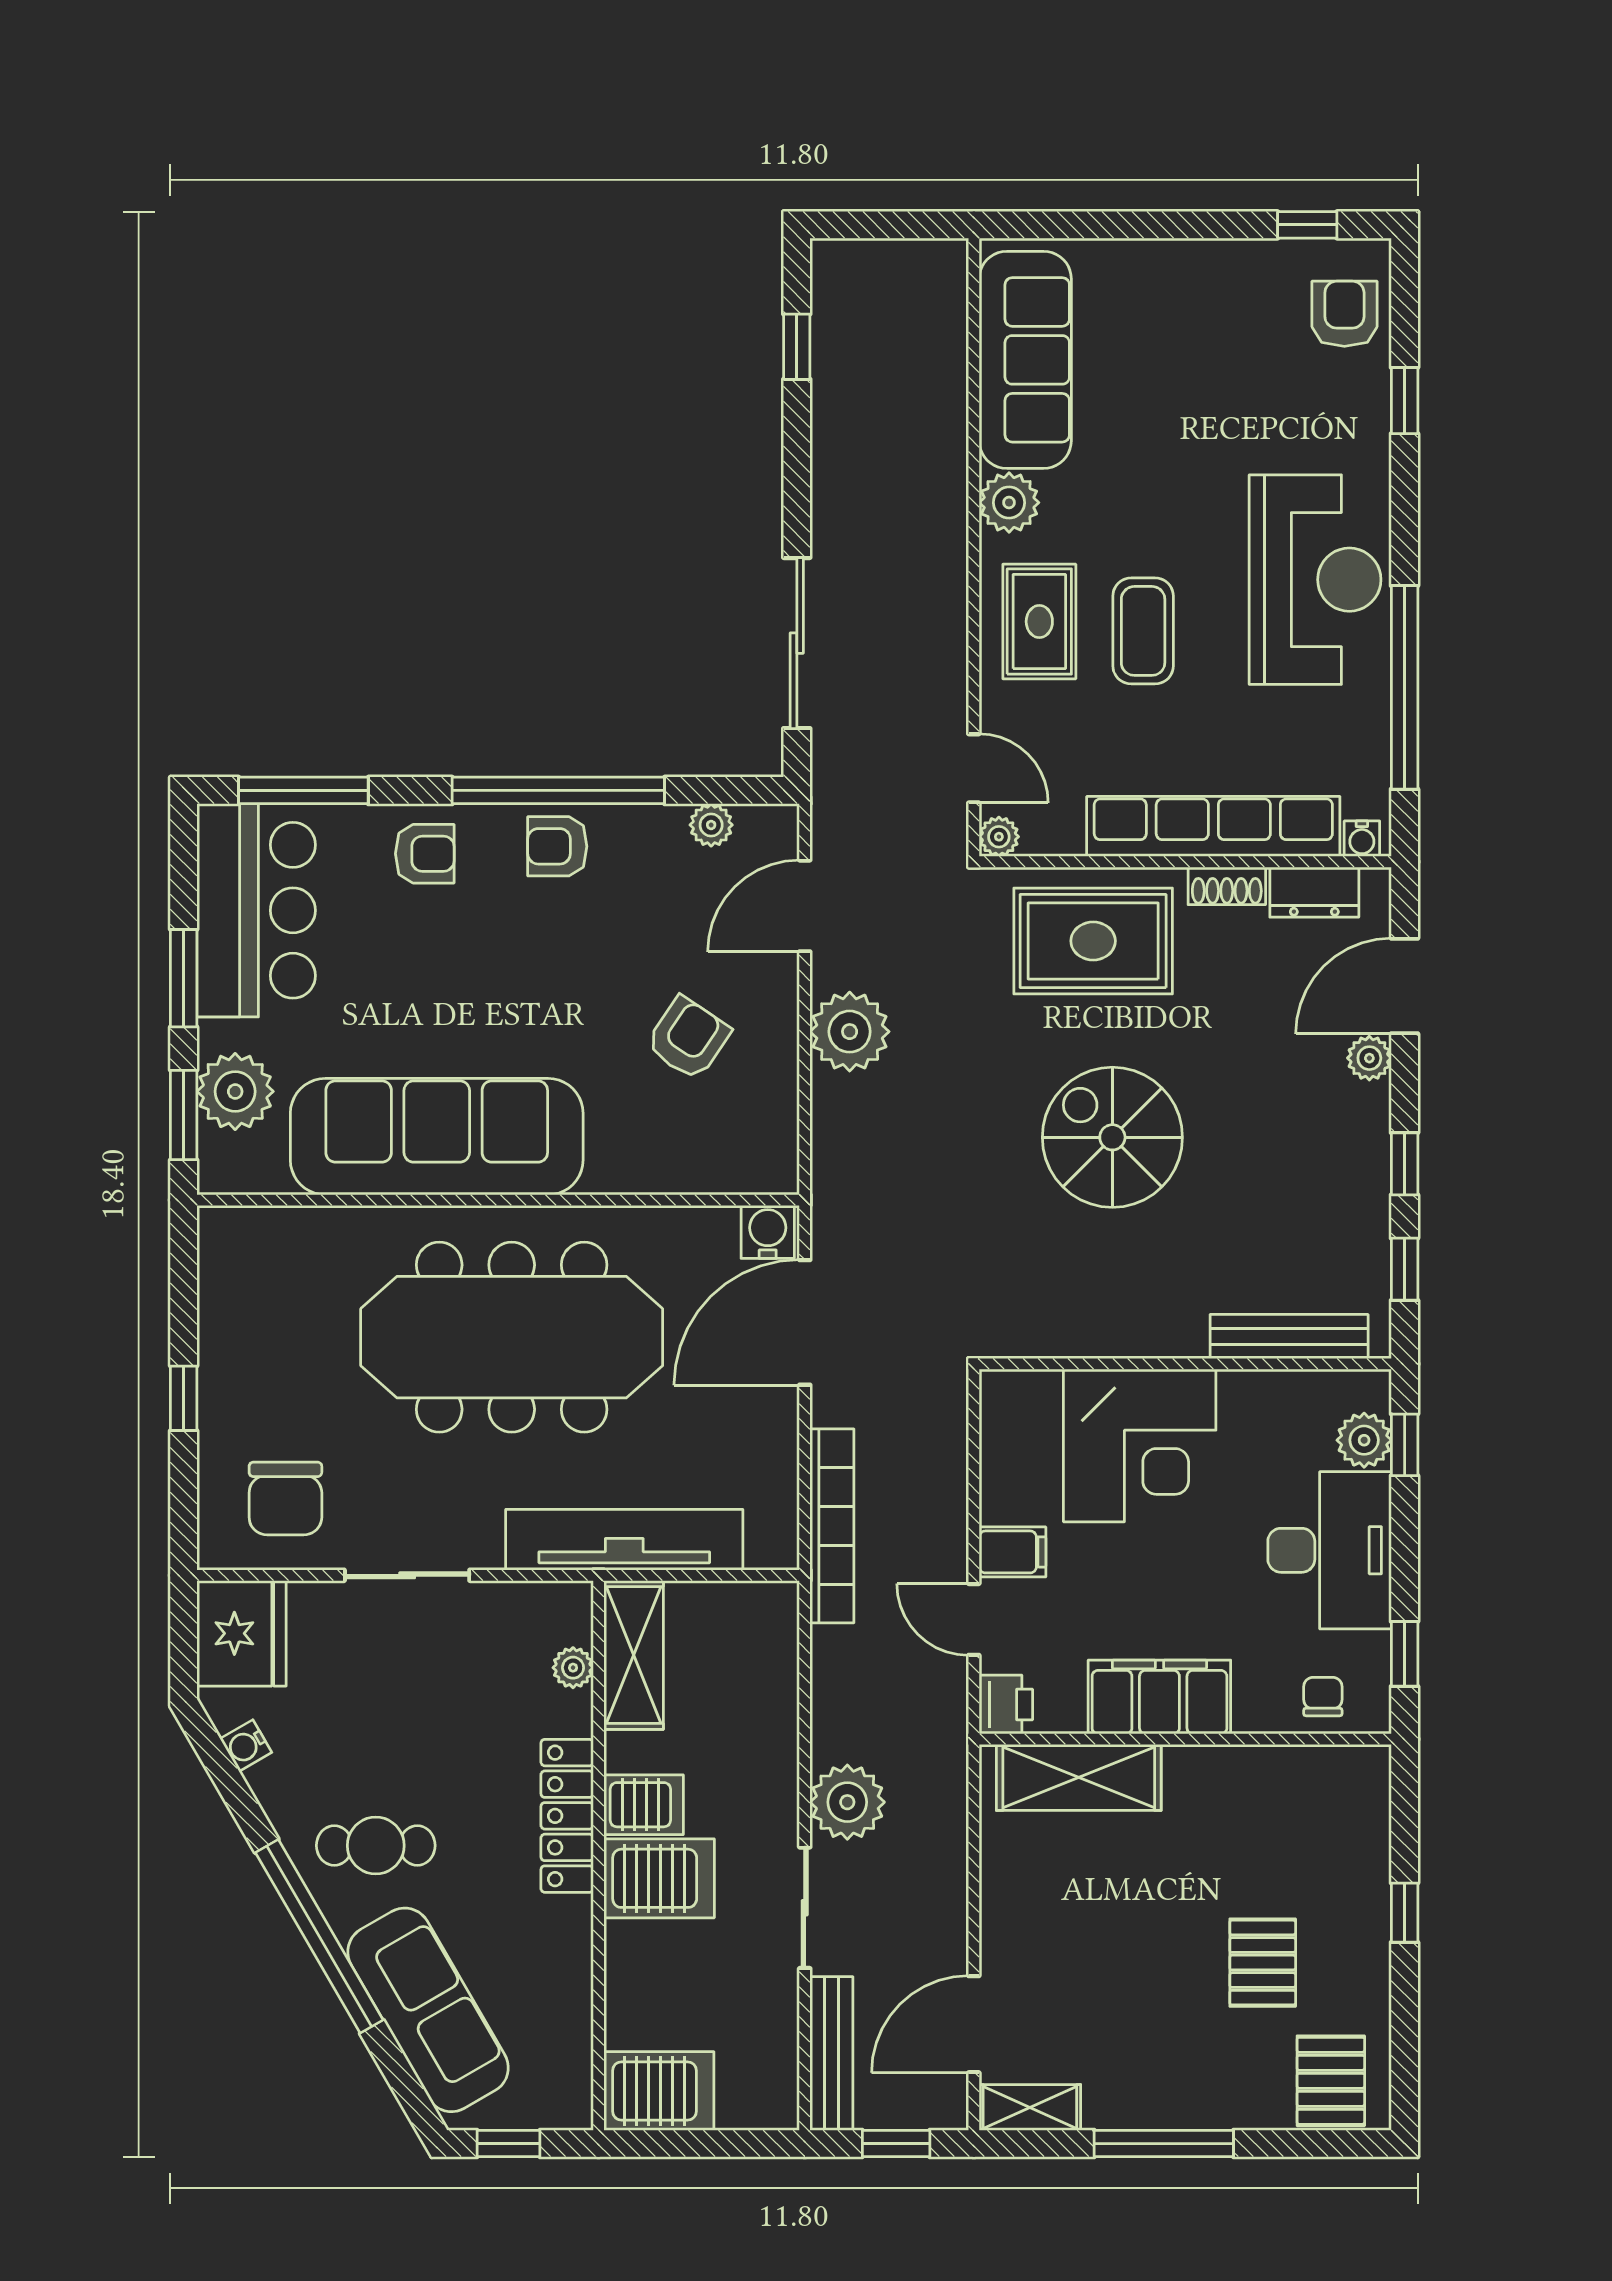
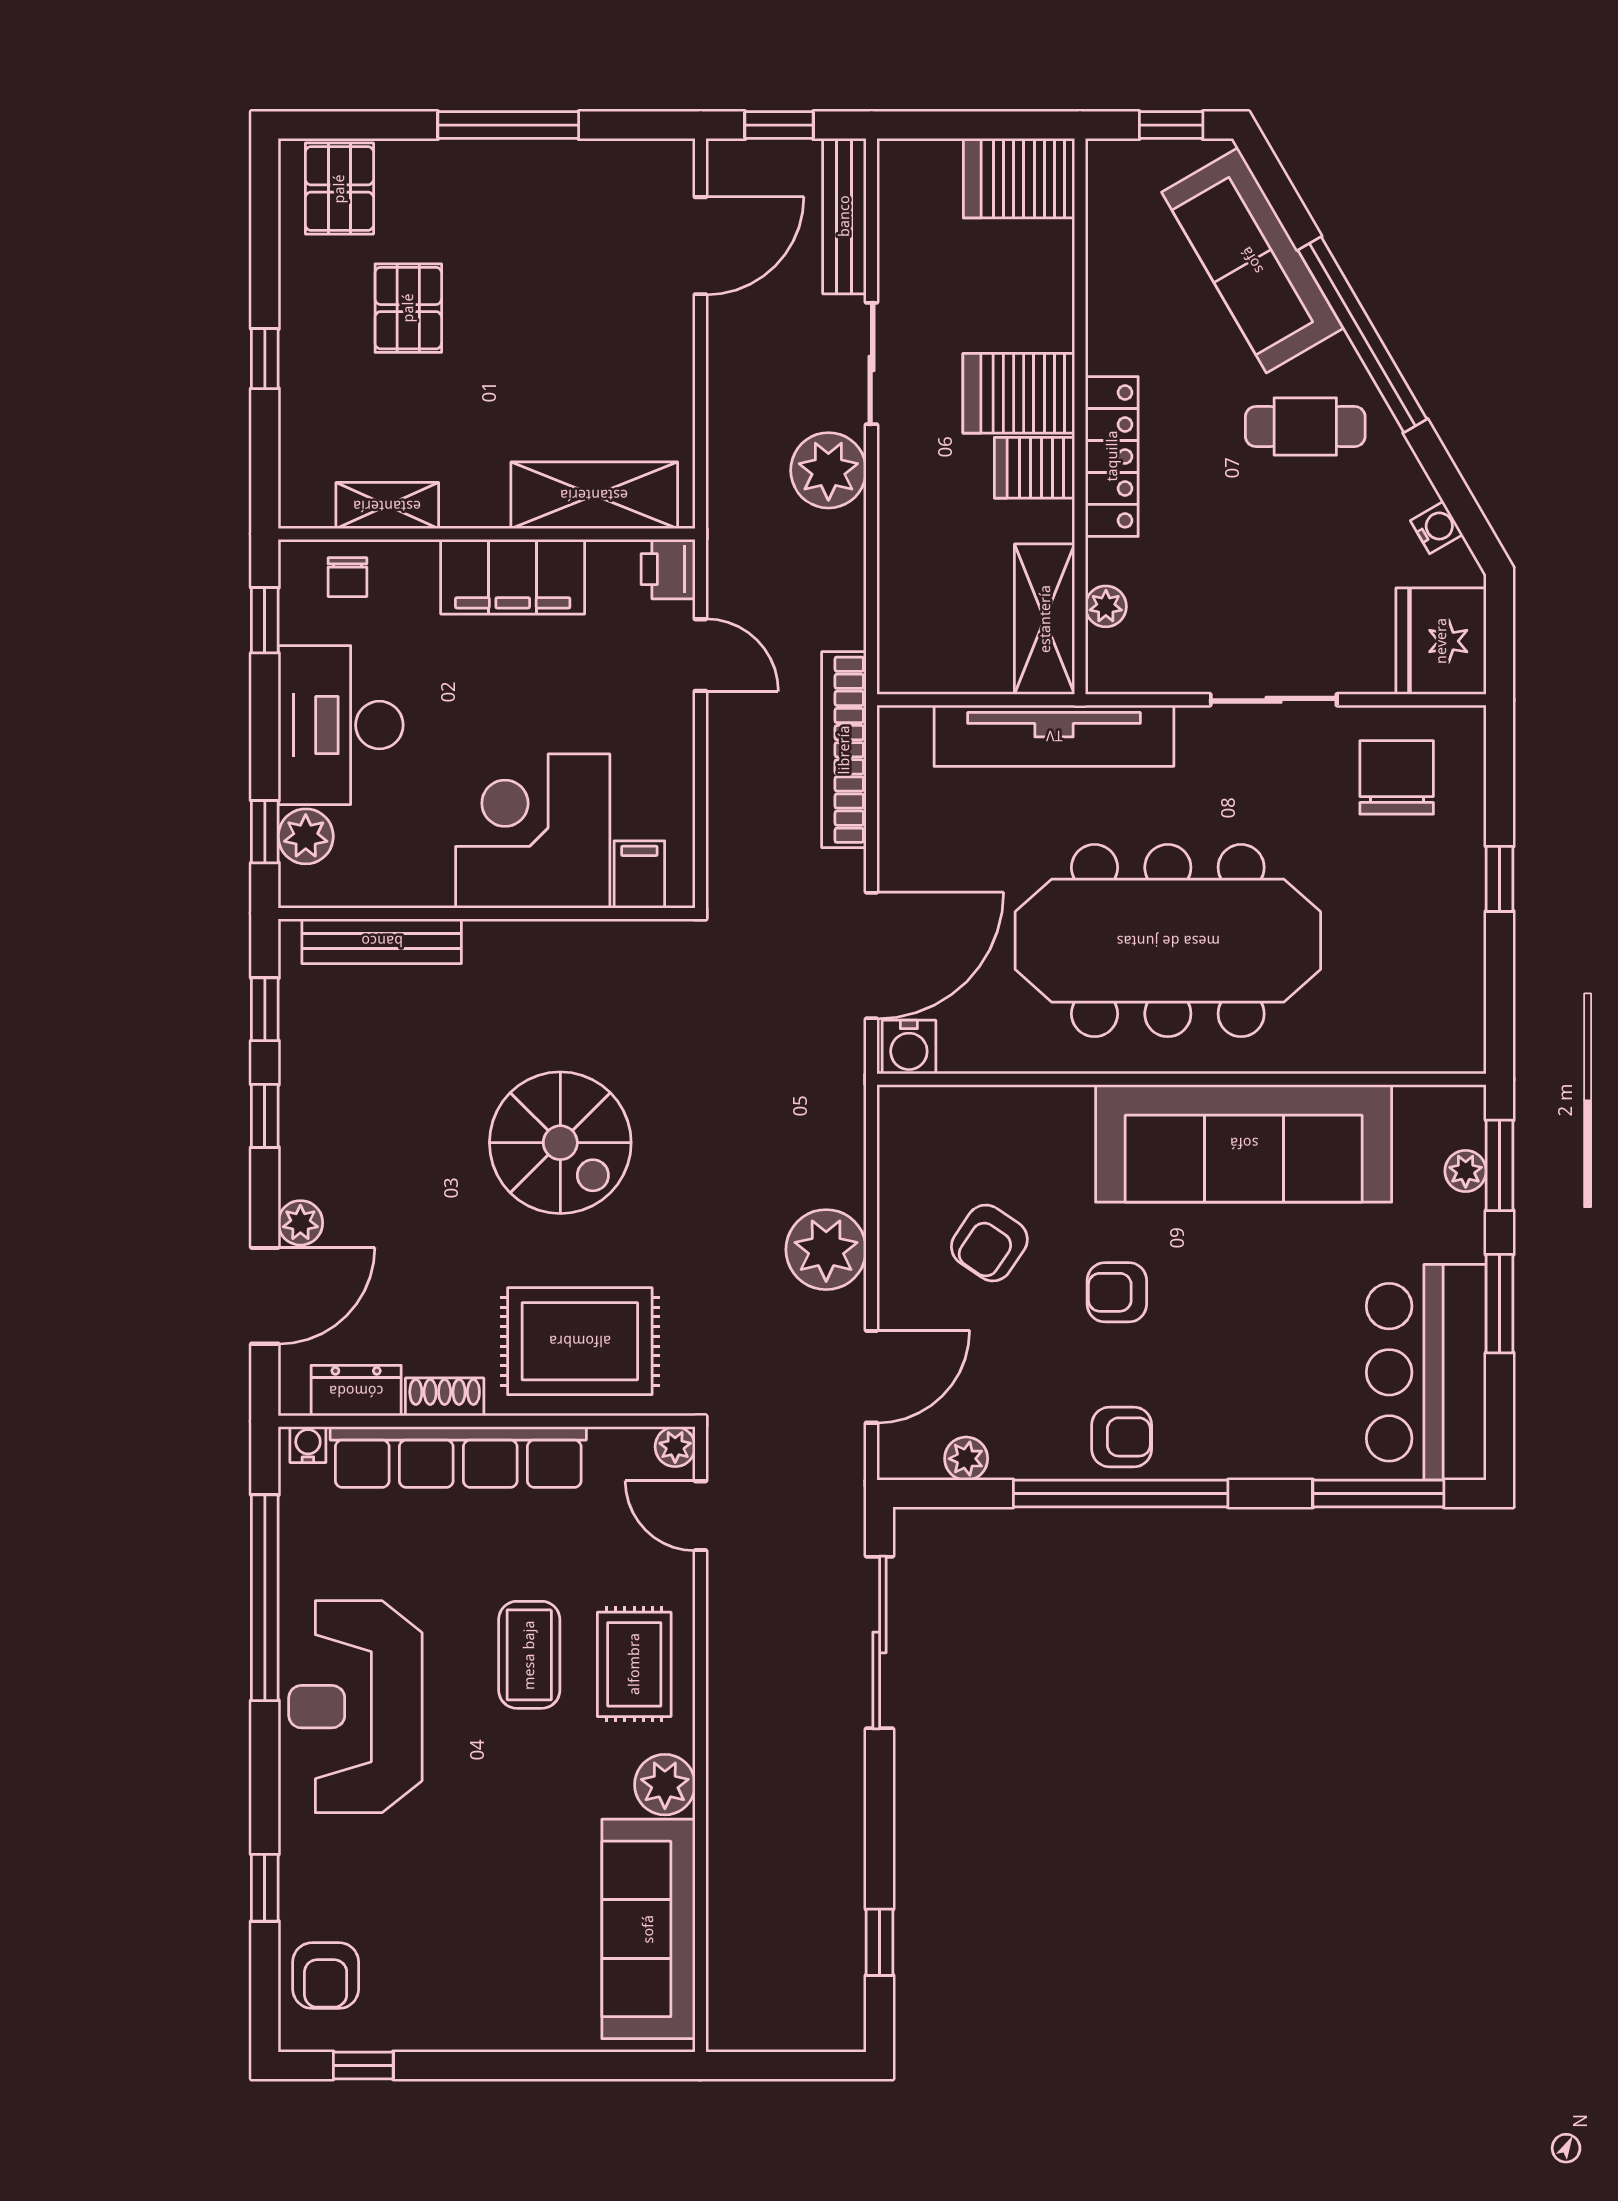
armchair: (425, 854) -> (1117, 1292), moved
plant: (235, 1091) -> (1466, 1171), width x0.53, depth x0.53
filing cabinet: (1012, 1552) -> (639, 874), moved, turned 90
shelving: (1030, 2107) -> (387, 506), moved

